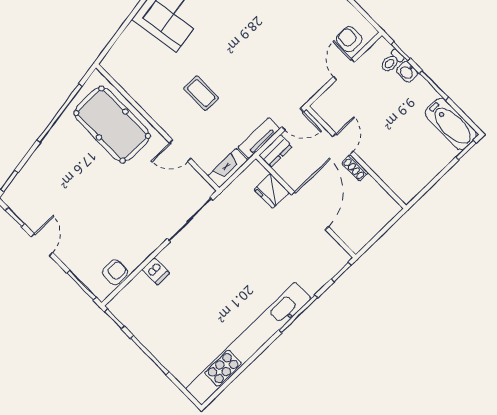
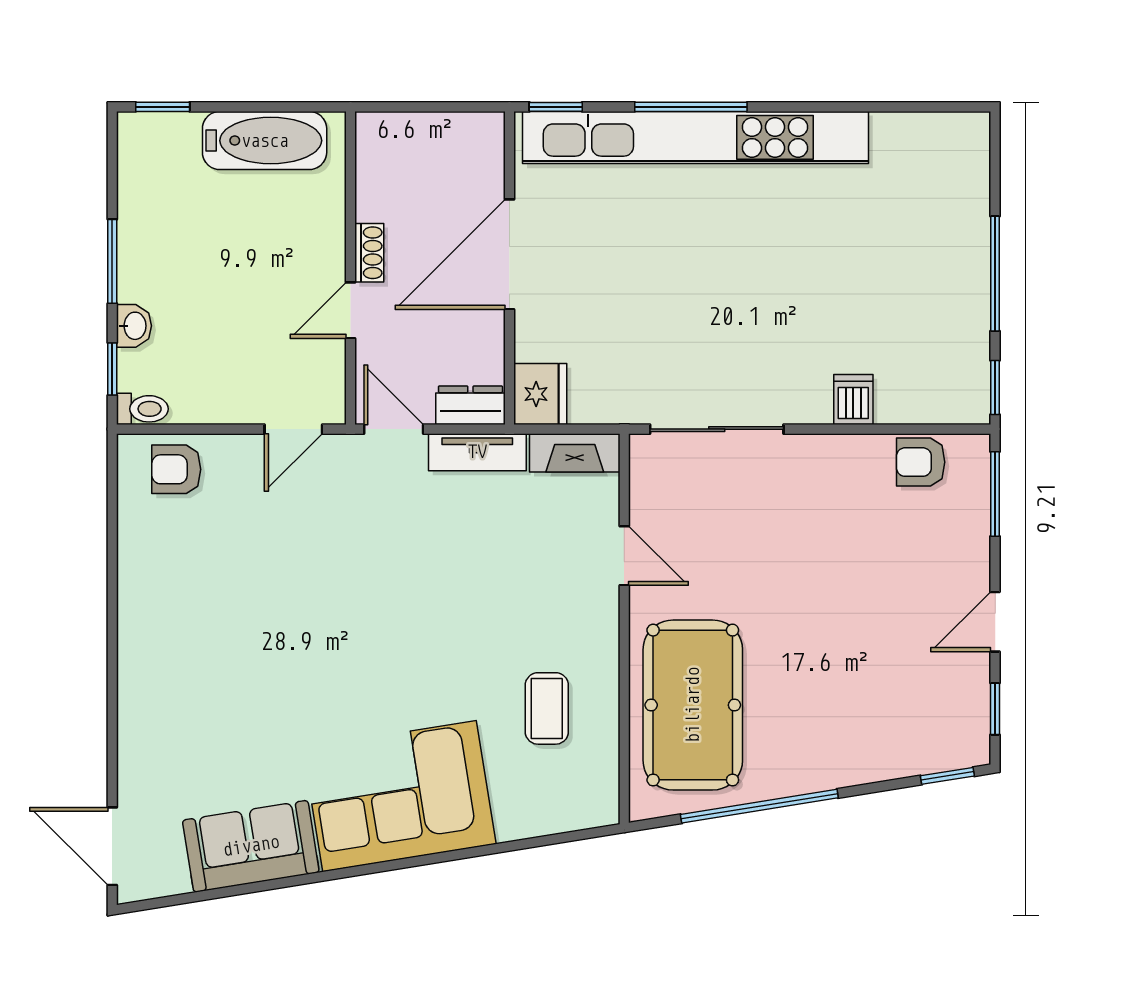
armchair: (349, 39) -> (176, 469), turned 90
toilet: (392, 61) -> (142, 409), moved
door: (344, 69) -> (293, 429), moved
coffee table: (201, 93) -> (547, 708), moved
bathtub: (451, 124) -> (265, 141), moved, turned 90
fridge: (271, 191) -> (540, 394), moved
kitchen unit: (248, 344) -> (695, 137), moved

